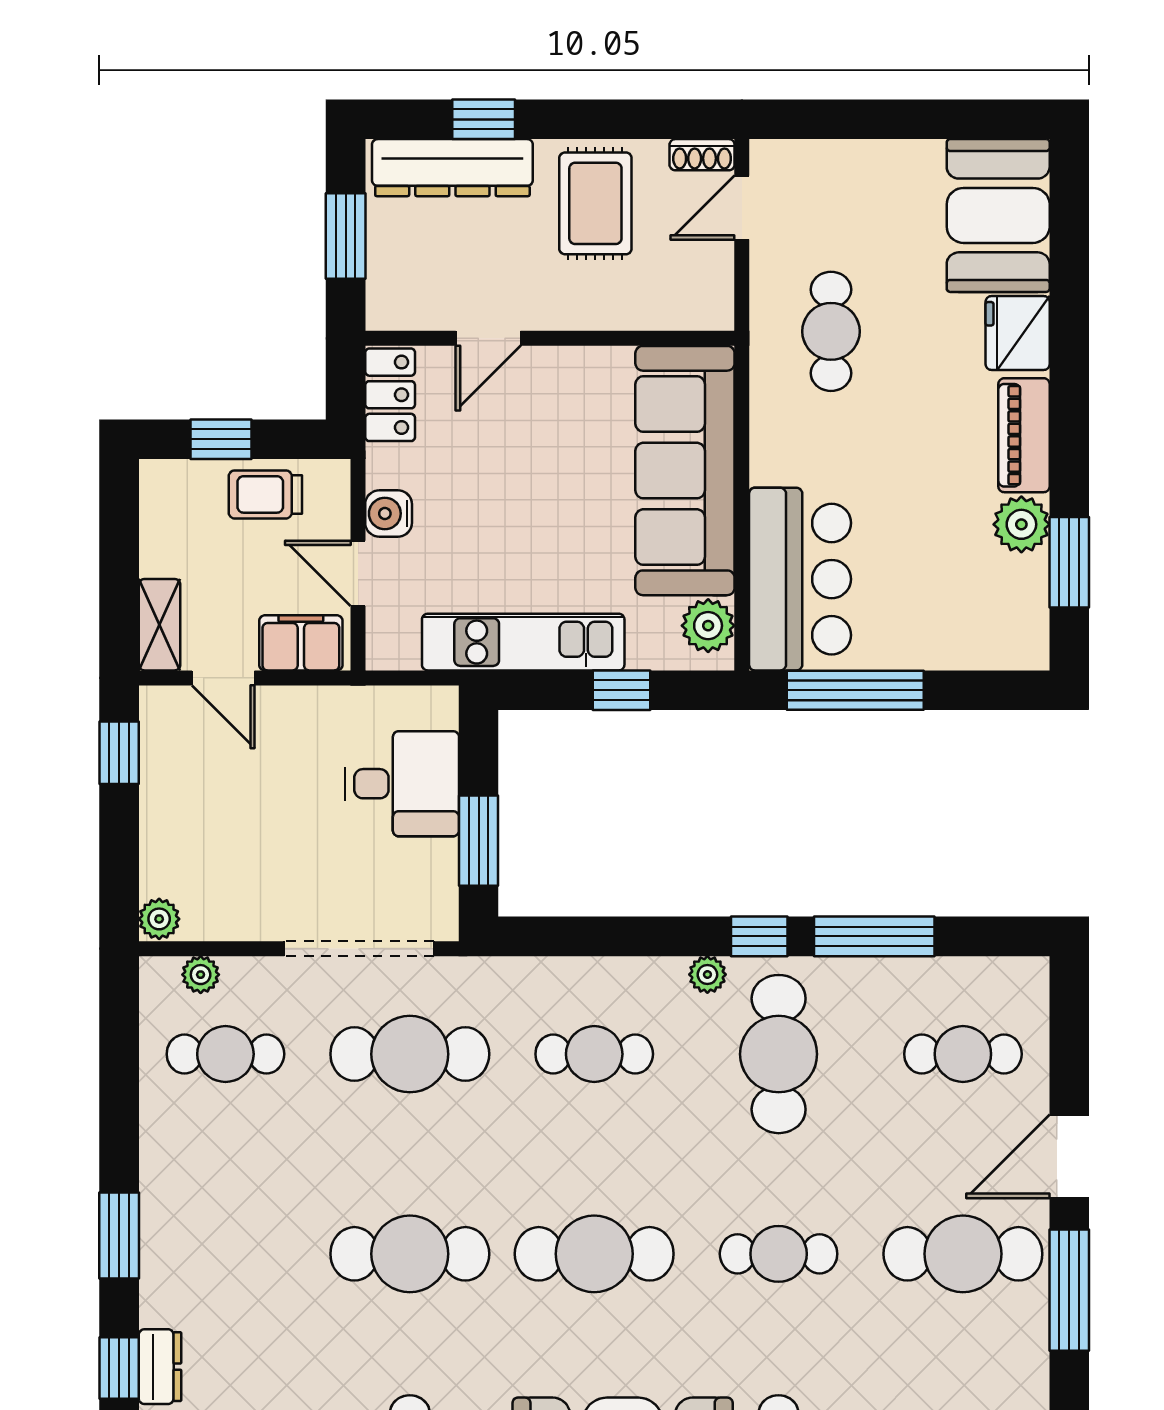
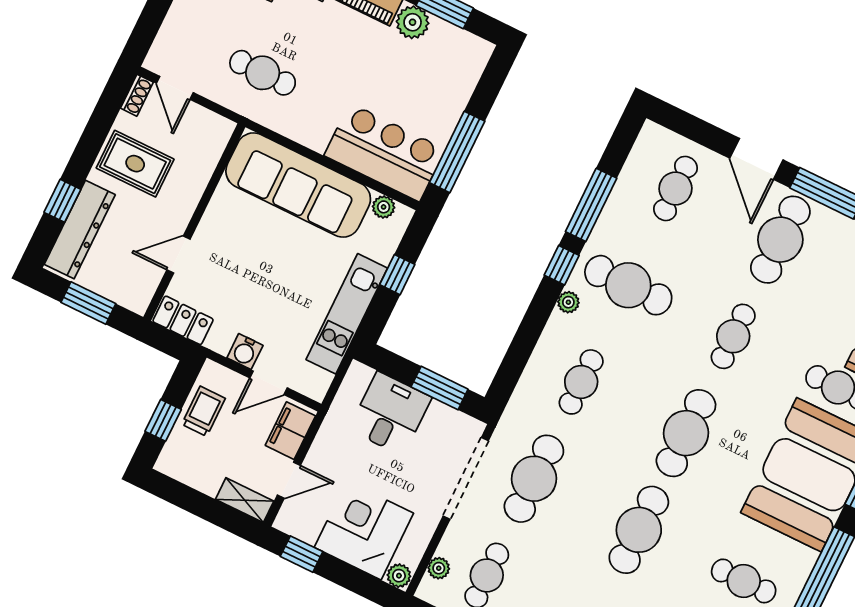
door: (488, 338) -> (178, 254), swing flipped
trolley: (265, 494) -> (203, 411), turned 180
plant: (708, 626) -> (384, 207), width x0.73, depth x0.73
corner desk: (203, 831) -> (364, 530), added

